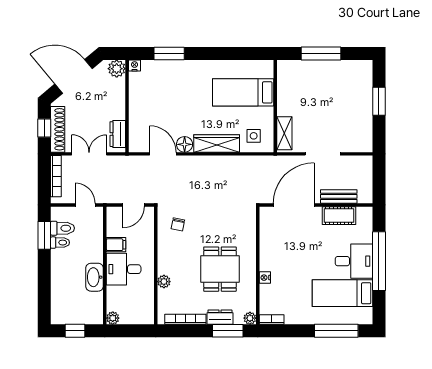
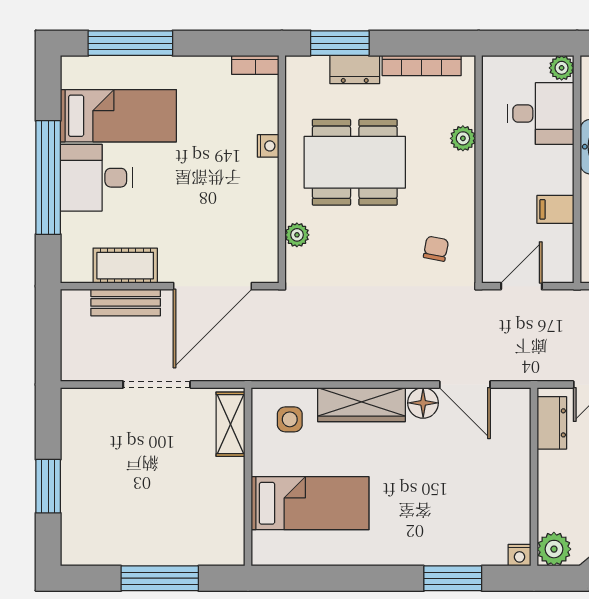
desk: (124, 269) -> (541, 113), moved
dining table: (220, 269) -> (355, 162), width x1.38
plant: (250, 318) -> (297, 235), moved

